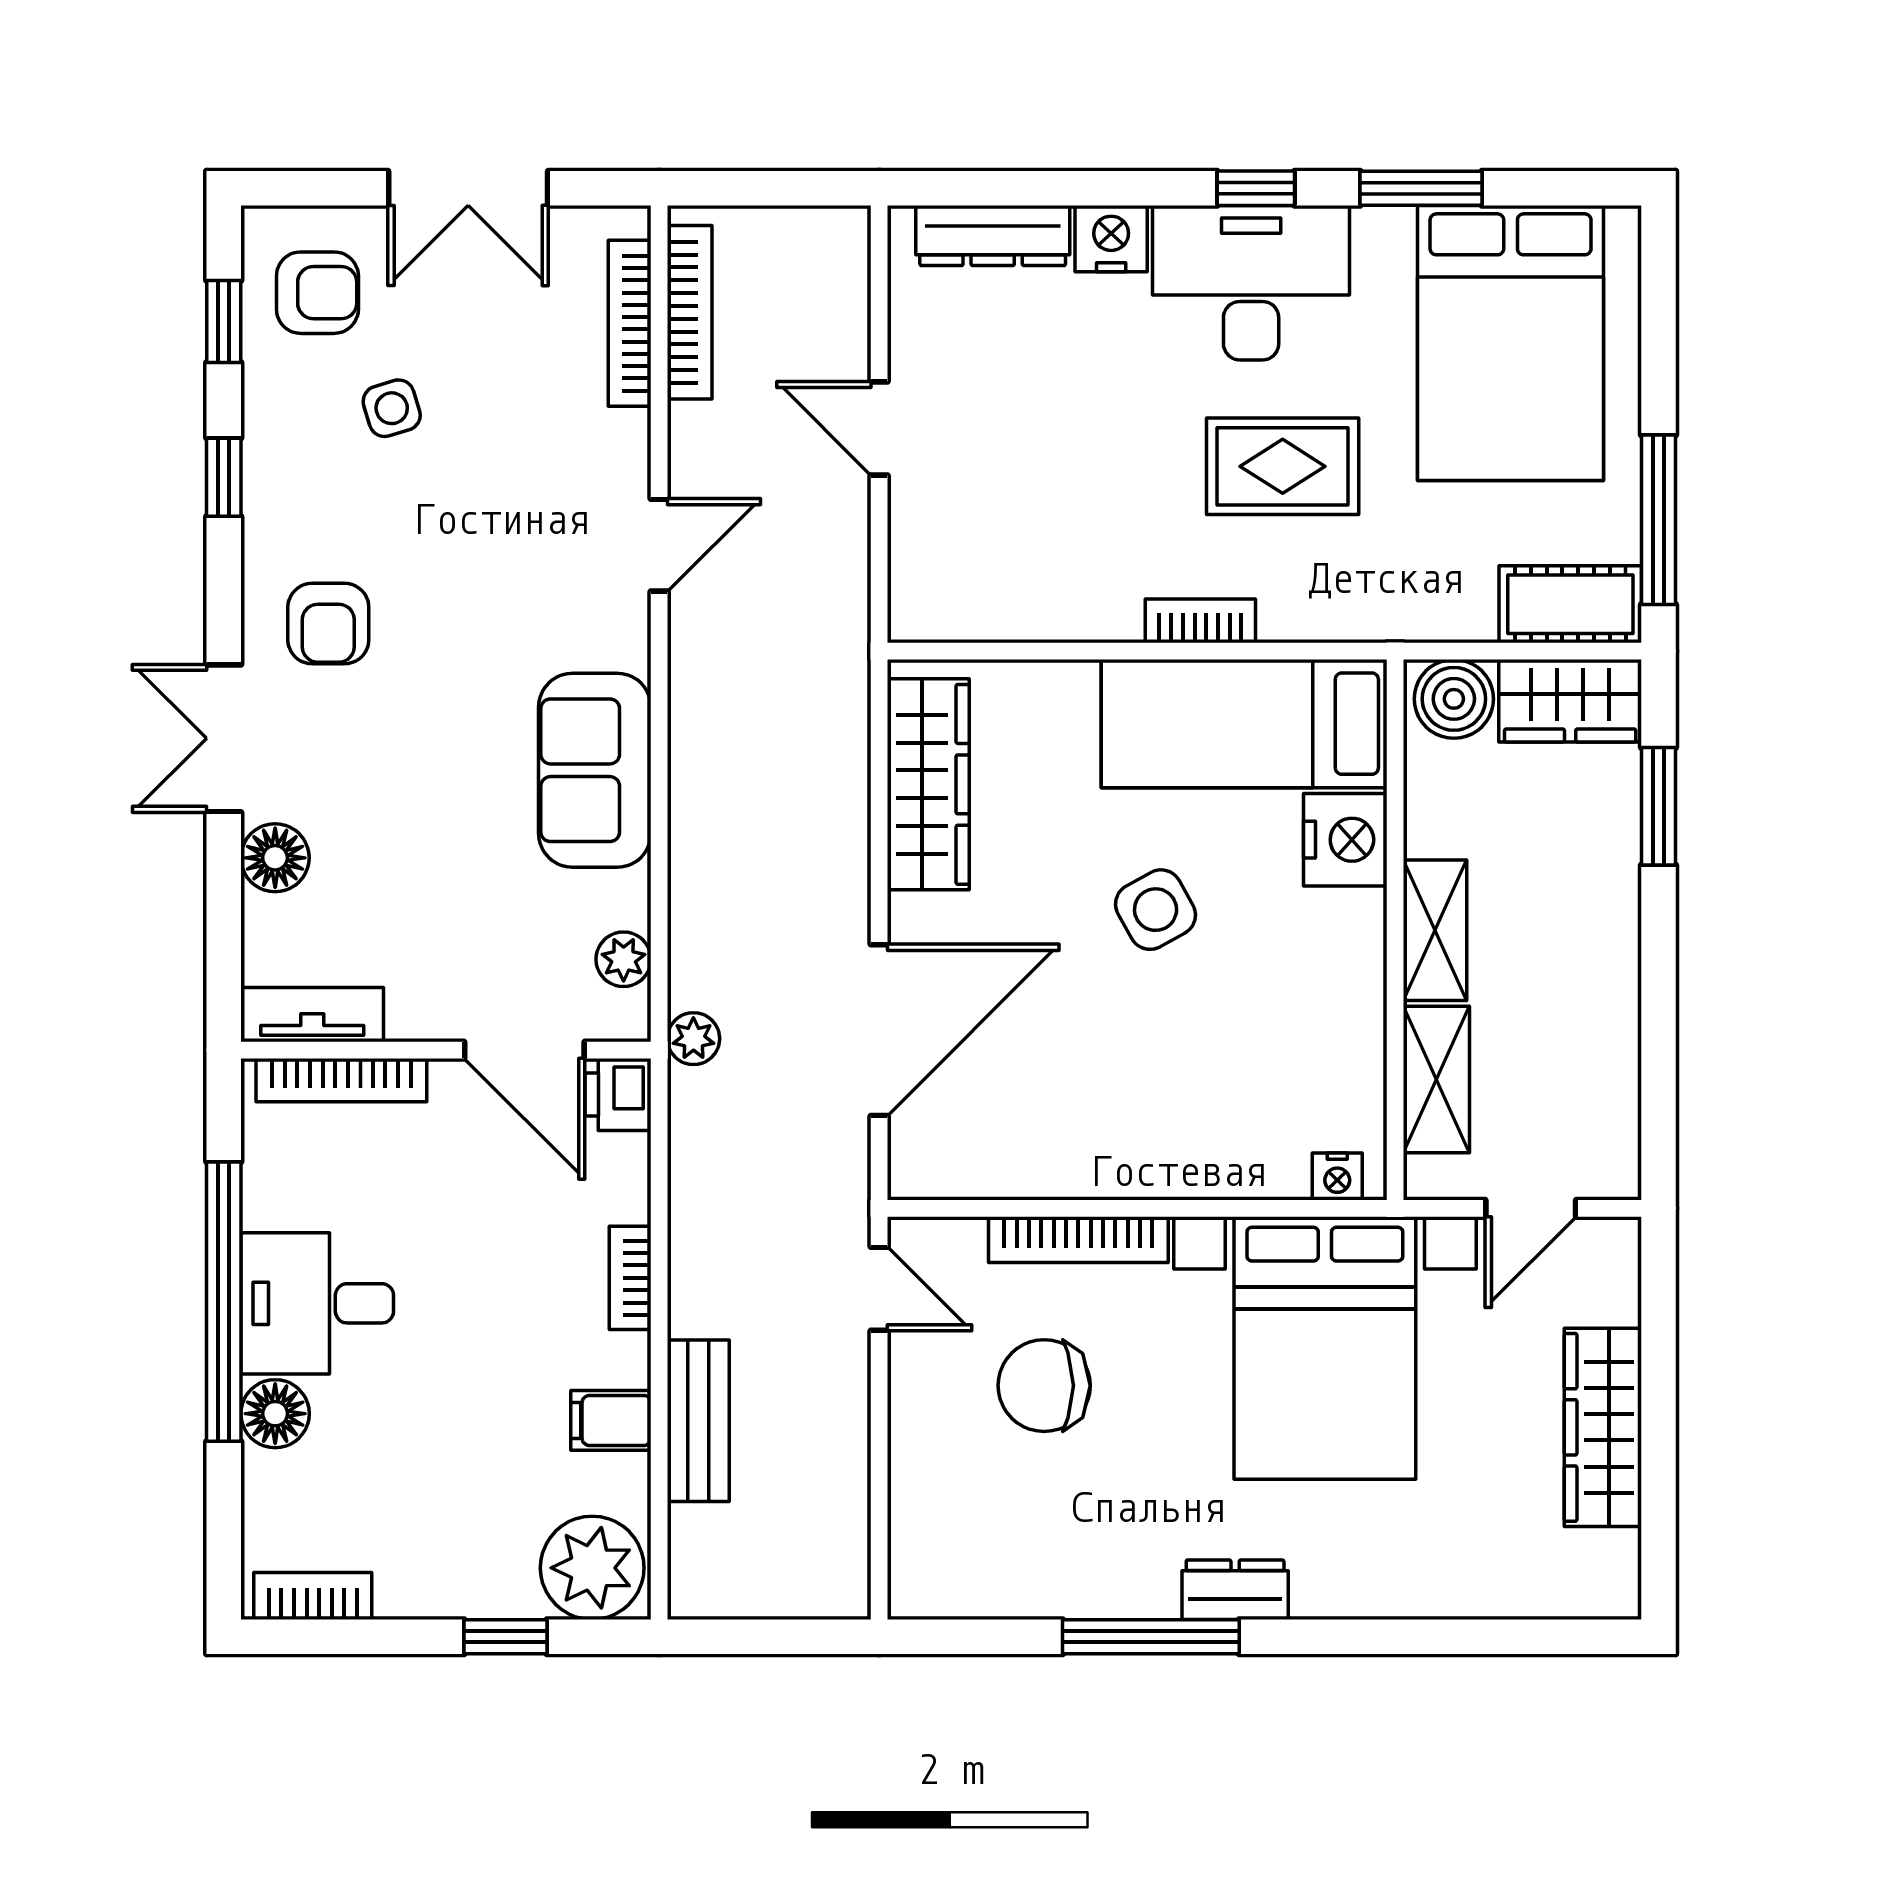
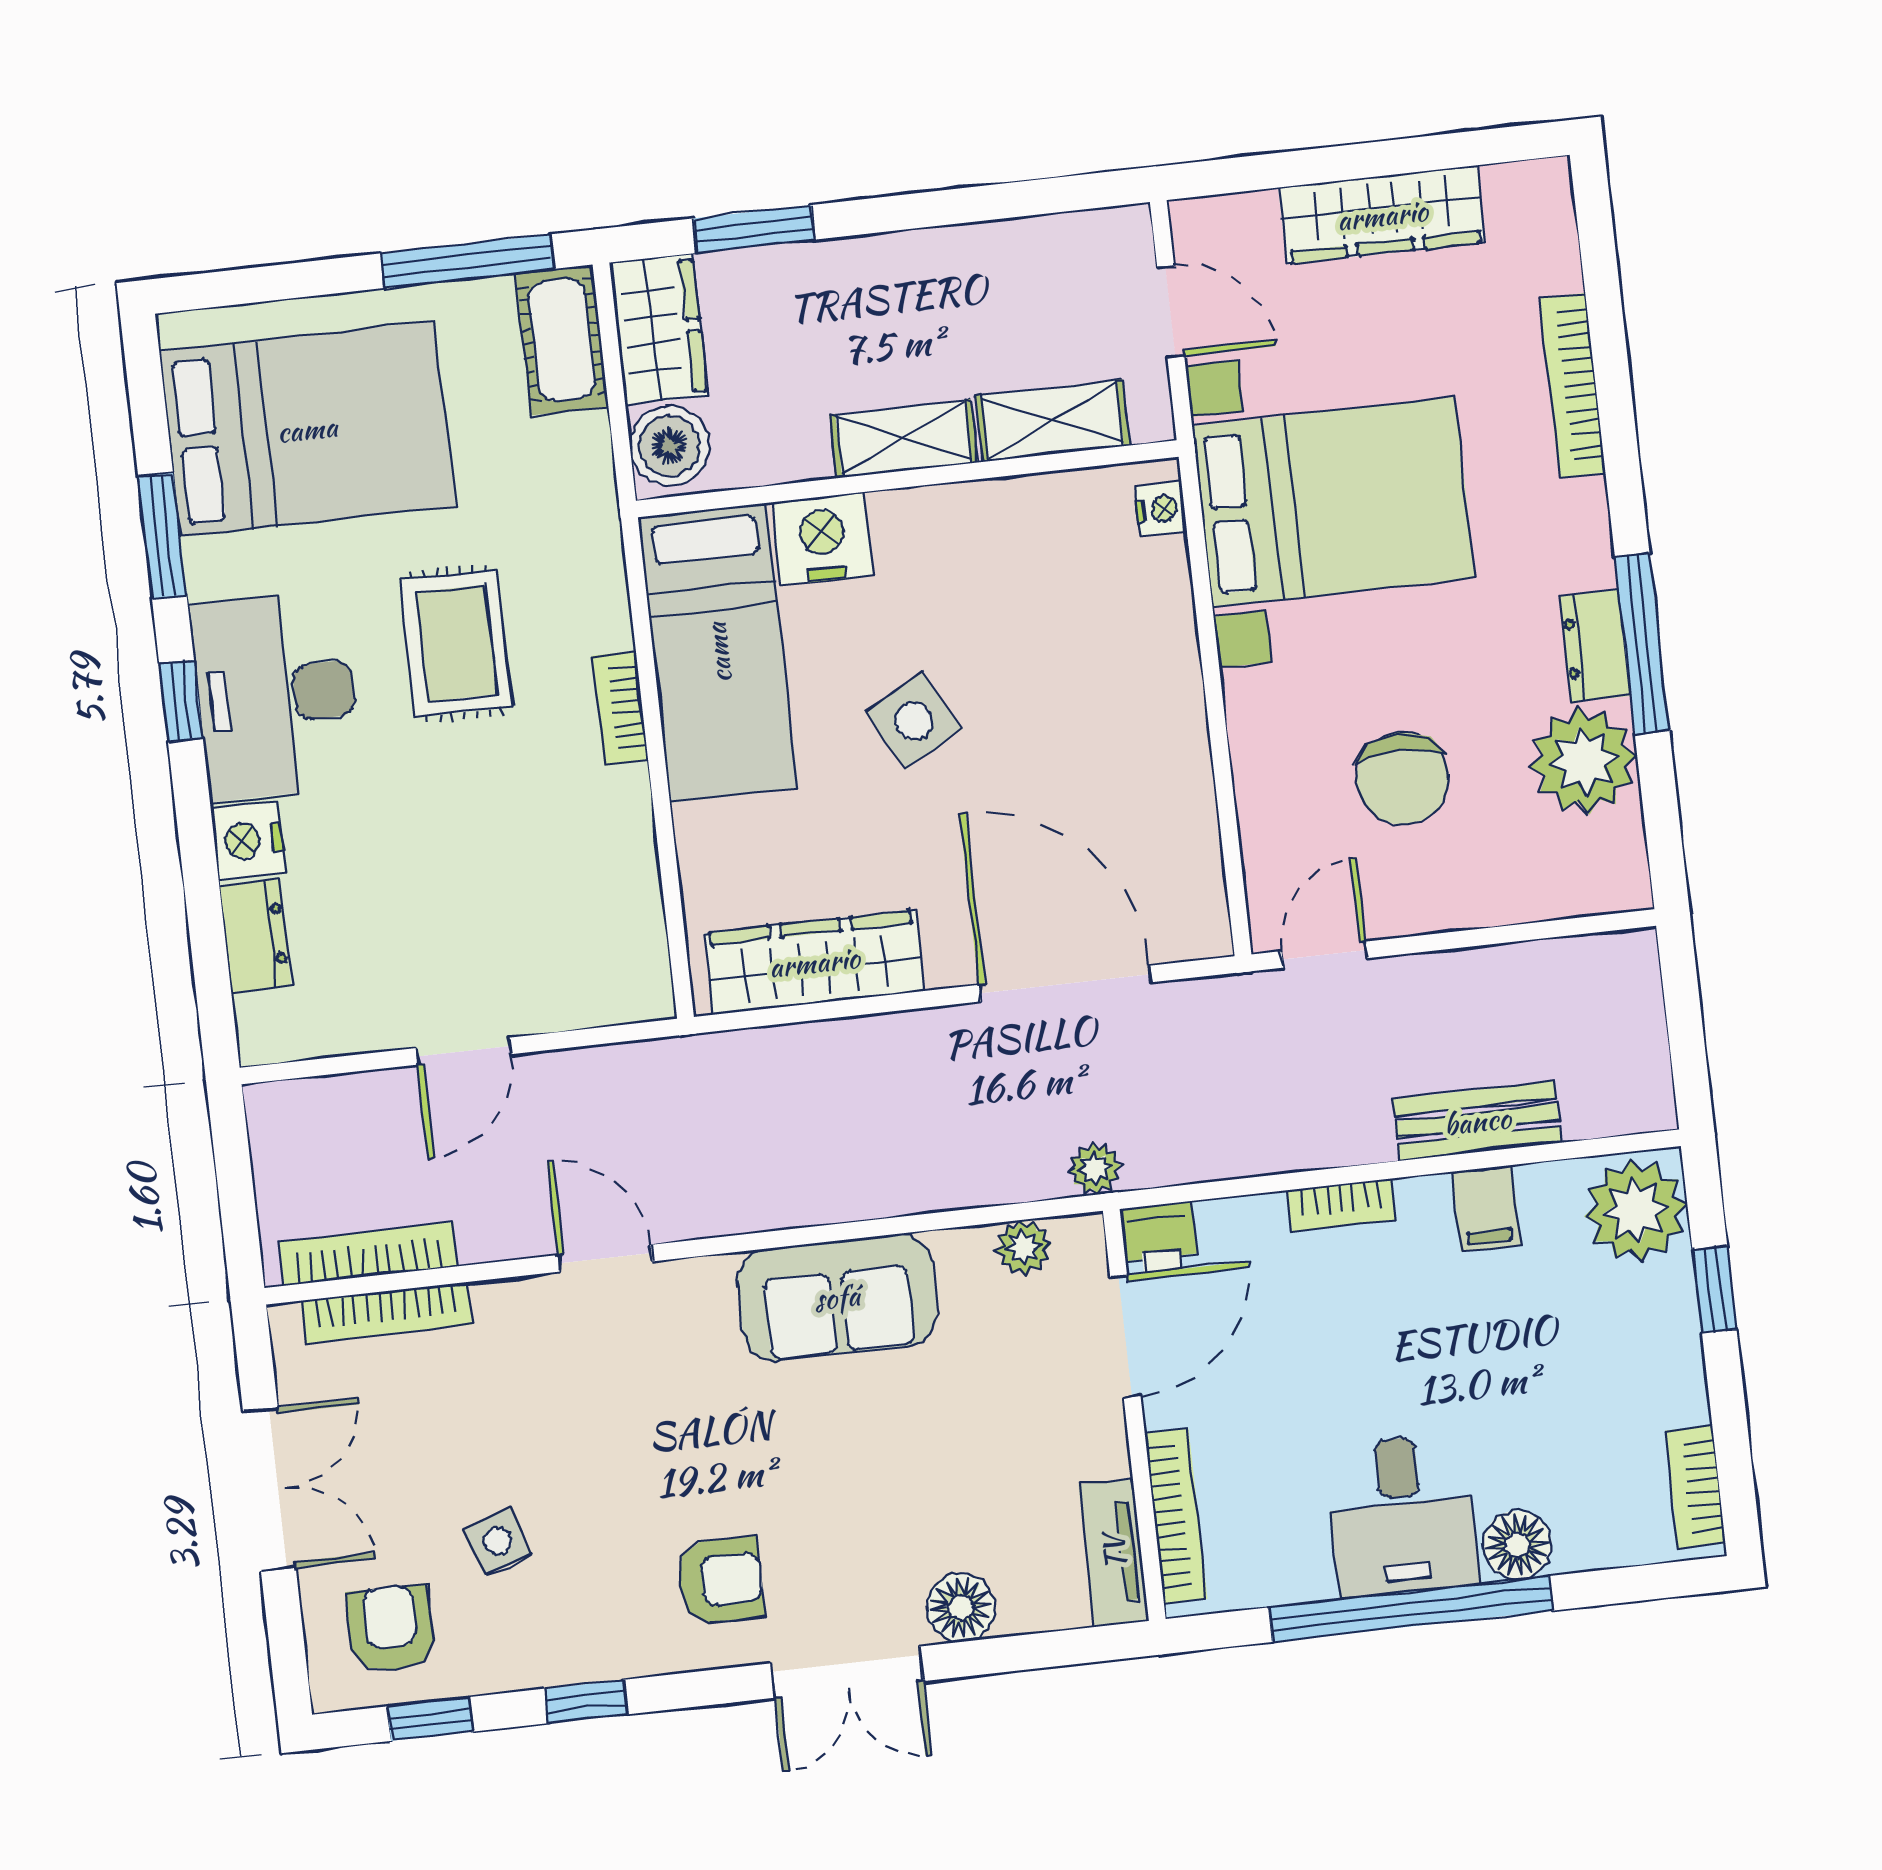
dresser: (993, 236) -> (255, 936), width x0.70
bookcase: (1078, 1240) -> (1572, 385), moved, turned 180
plant: (1042, 1566) -> (1584, 761), added
dresser: (1235, 1590) -> (1595, 646), moved

